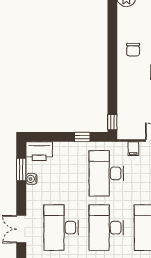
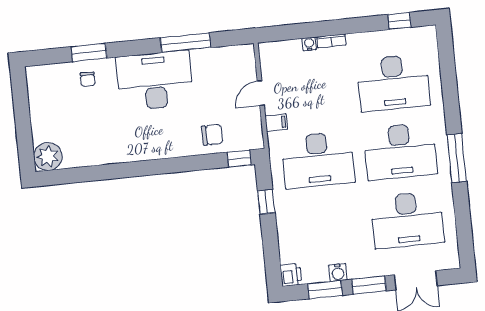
chair: (133, 50) -> (212, 135), moved
printer: (39, 151) -> (291, 275), width x0.53, depth x0.68
window: (21, 198) -> (369, 285), added

